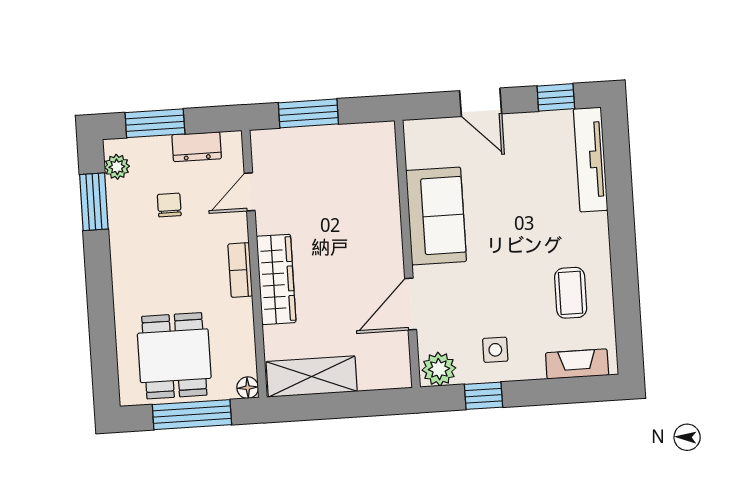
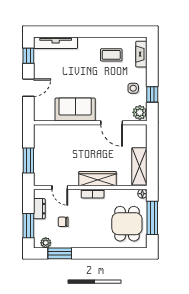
dining table: (174, 356) -> (127, 224), turned 90

